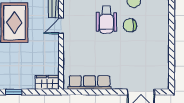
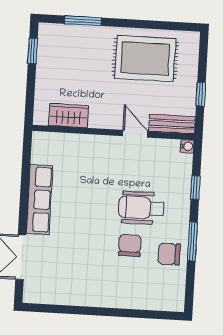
wardrobe: (47, 83) -> (69, 116), moved, turned -90
row of seats: (90, 83) -> (39, 200), moved

